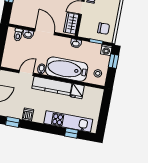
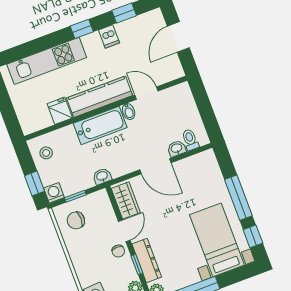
bathtub: (67, 69) -> (100, 125), width x0.73, depth x0.73
door: (26, 73) -> (146, 93), swing flipped
window: (71, 133) -> (82, 29), moved

